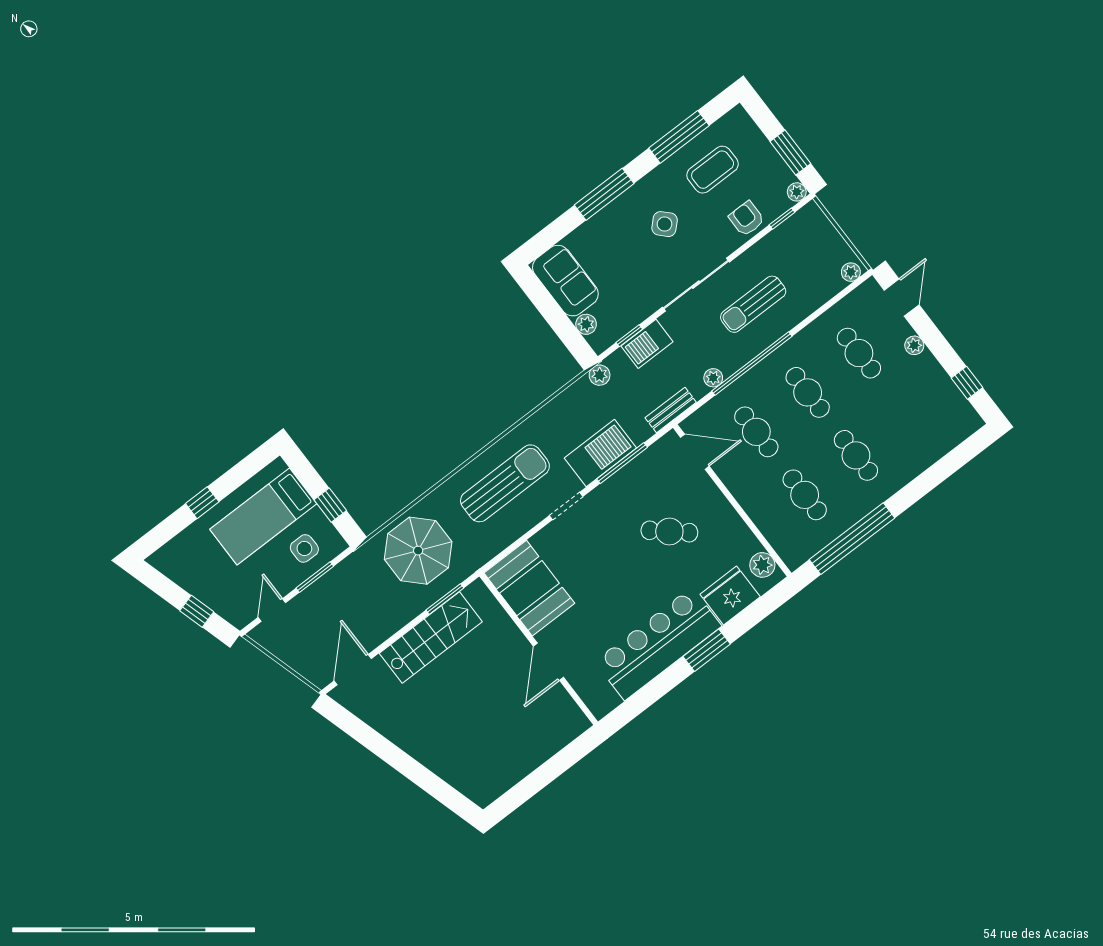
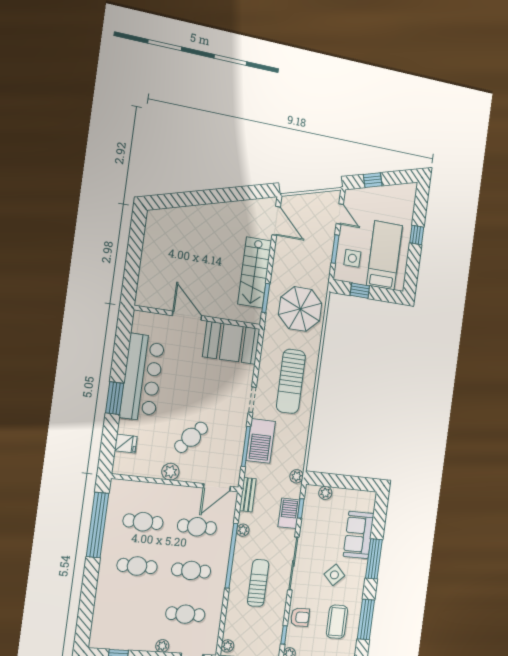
sofa: (565, 281) -> (359, 535), moved, turned 90
plant: (762, 565) -> (170, 472), moved
fridge: (730, 595) -> (126, 444), width x0.53, depth x0.75

